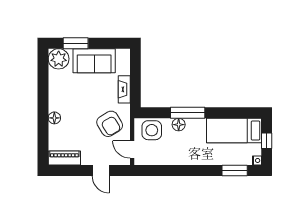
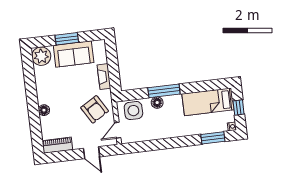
window: (76, 43) -> (67, 39), moved
door: (132, 149) -> (118, 130), hinge flipped

